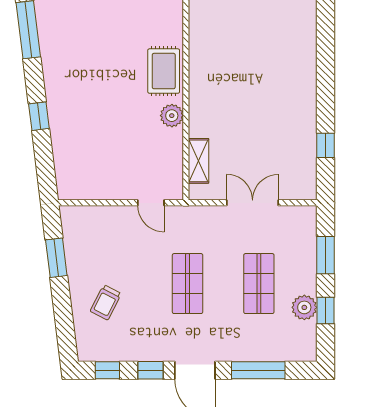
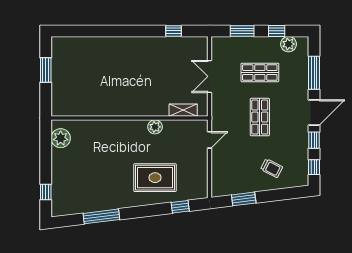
rug: (164, 71) -> (155, 178), moved, width x1.36, depth x1.43
window: (39, 116) -> (180, 207), moved
shop shelf: (188, 284) -> (260, 117), turned 90
plant: (304, 307) -> (288, 44), moved

